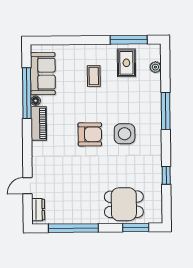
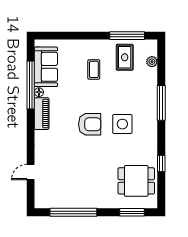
dining table: (124, 204) -> (136, 181), moved
dresser: (38, 210) -> (40, 195), removed

